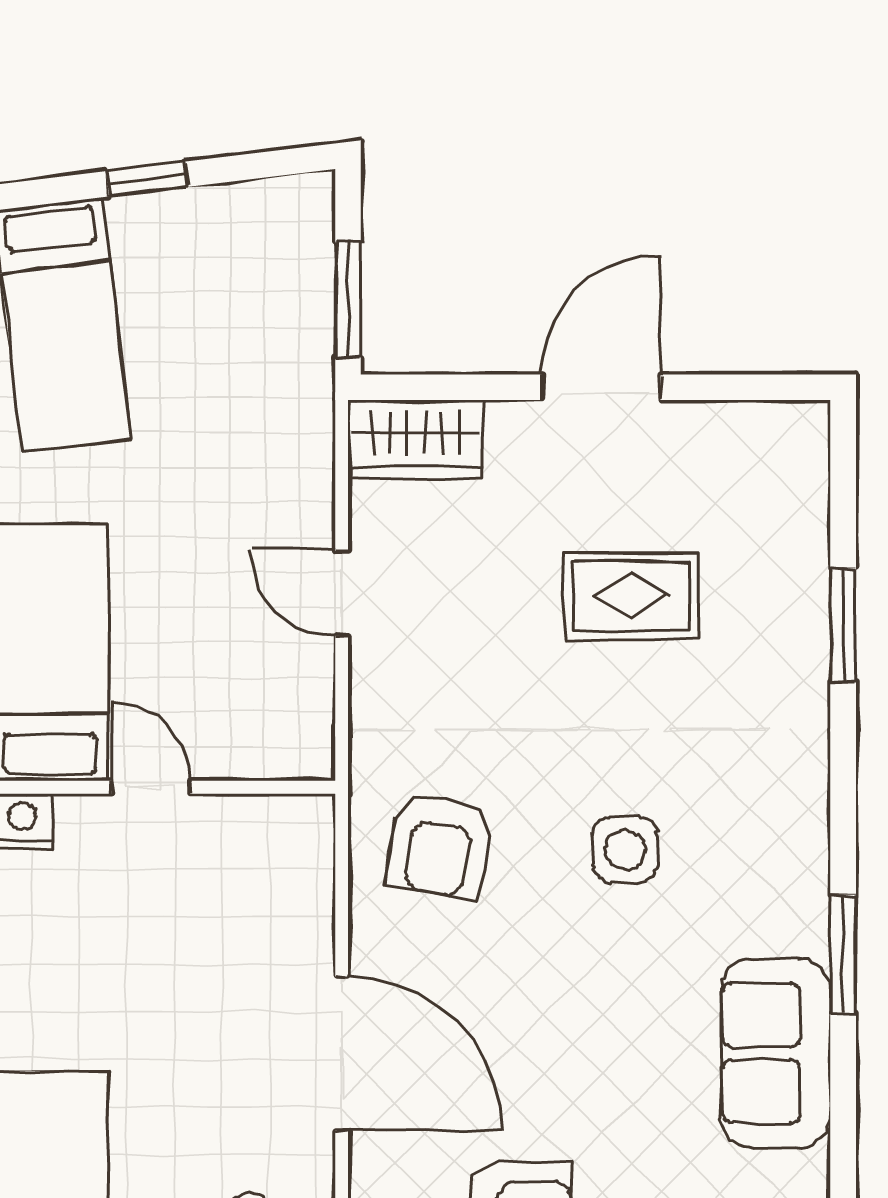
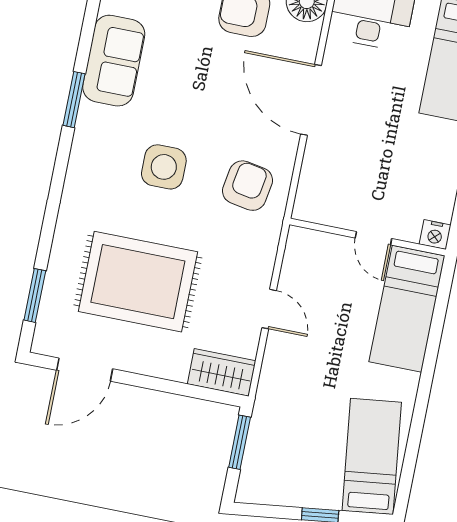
door: (601, 387) -> (85, 370), moved
rug: (631, 596) -> (138, 282), width x1.86, depth x2.06
window: (843, 625) -> (35, 295), moved
side table: (625, 849) -> (164, 167), width x1.37, depth x1.37

